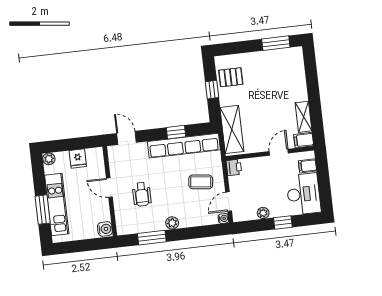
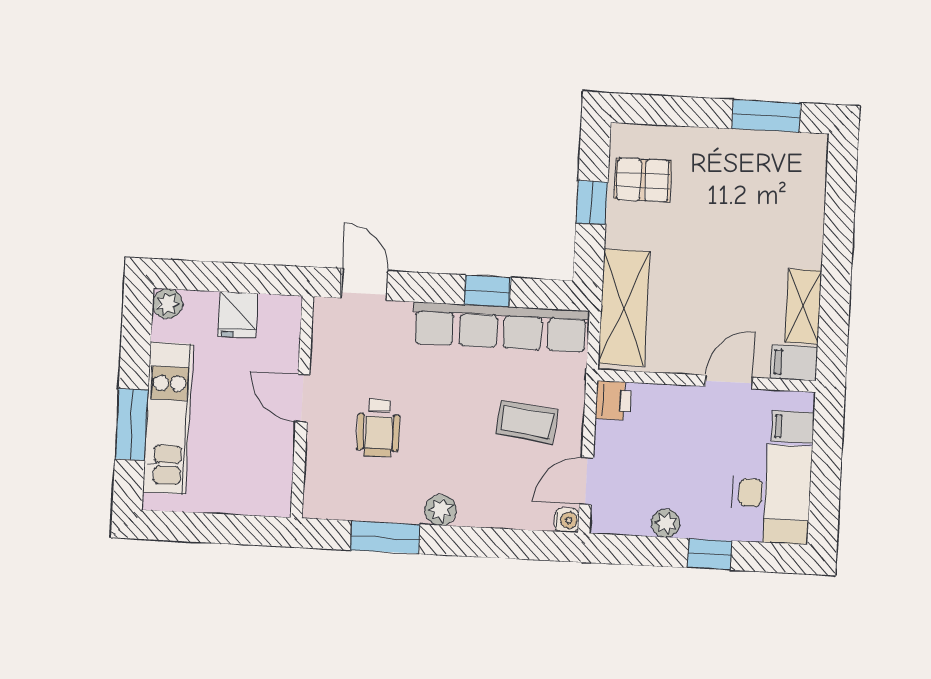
water cooler: (105, 229) -> (275, 497), removed

